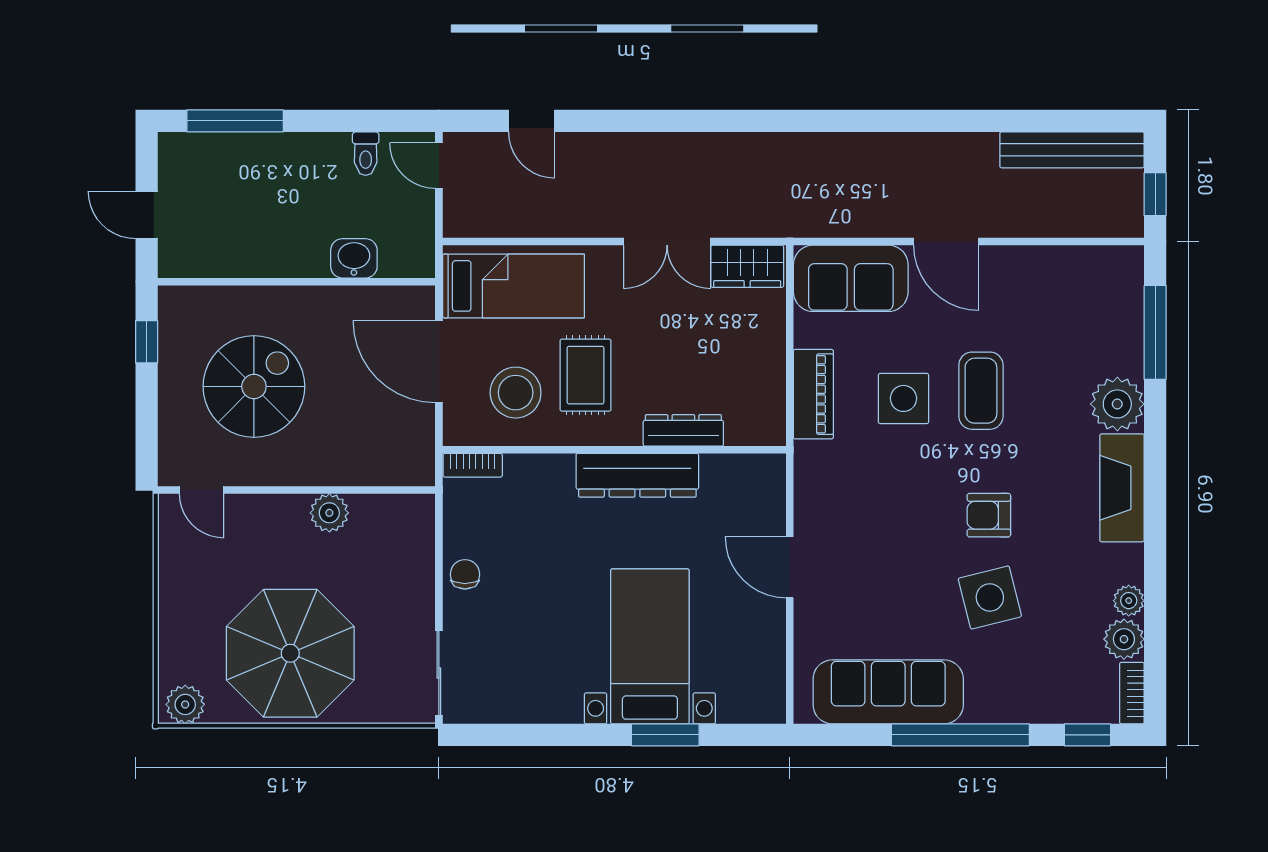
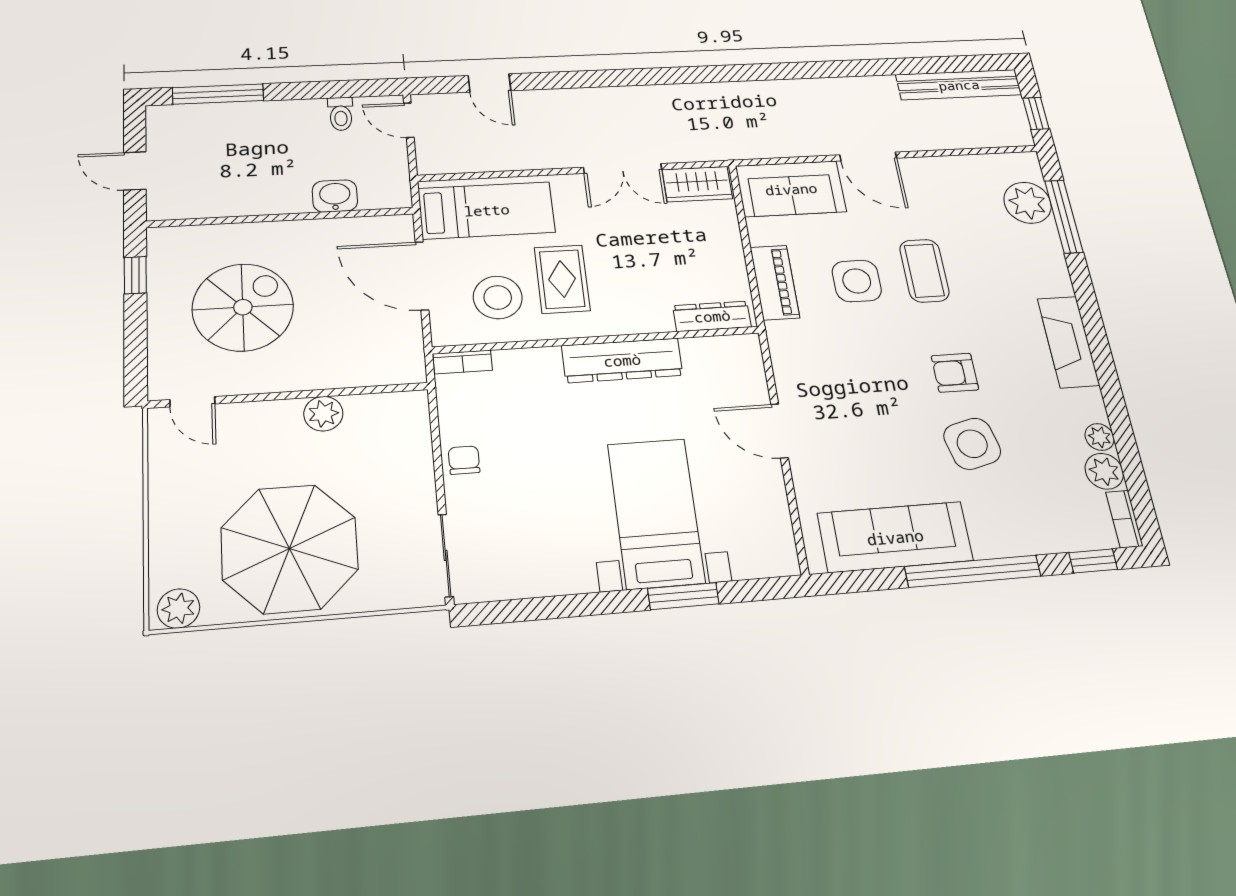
plant: (1117, 404) -> (1028, 203), moved
dresser: (683, 430) -> (712, 316), moved

